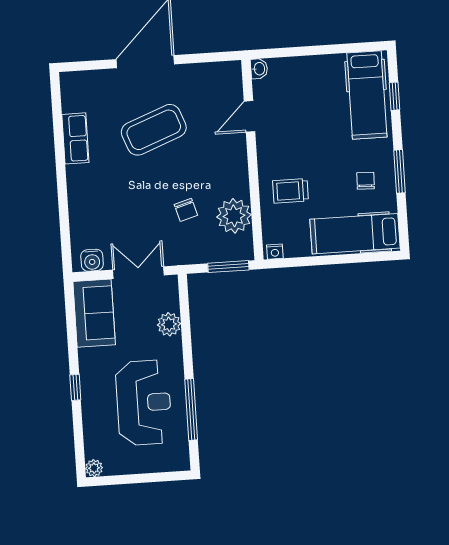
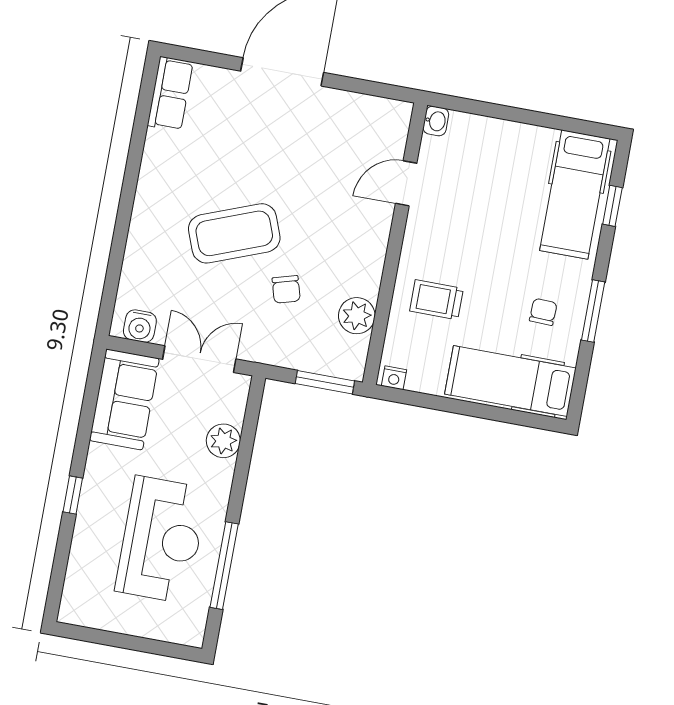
coffee table: (154, 130) -> (234, 233), moved
row of seats: (75, 138) -> (170, 94), moved
plant: (234, 216) -> (357, 316), width x0.73, depth x0.73
plant: (94, 468) -> (70, 612), removed

